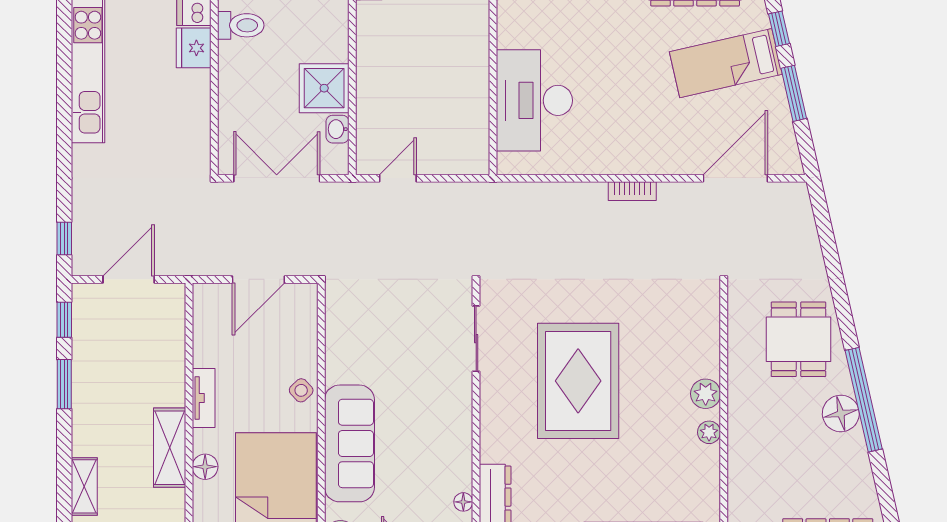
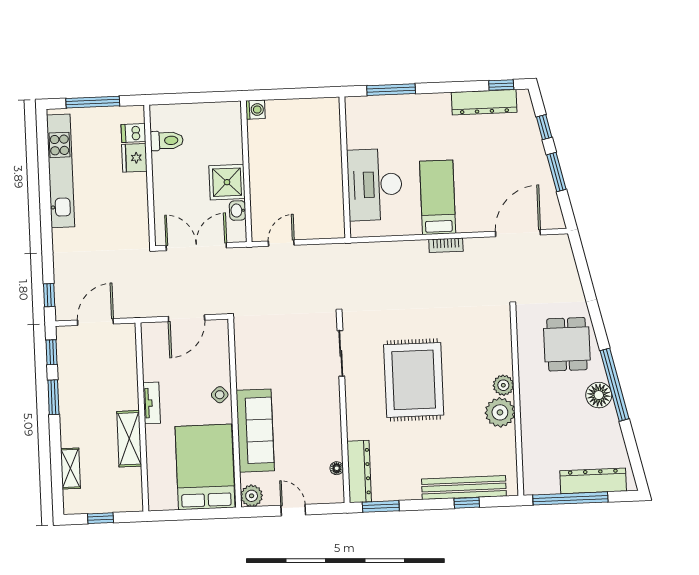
bed: (726, 63) -> (438, 197), moved, turned 103
plant: (709, 432) -> (500, 412), width x1.87, depth x1.87
floor lamp: (205, 467) -> (155, 451), removed

